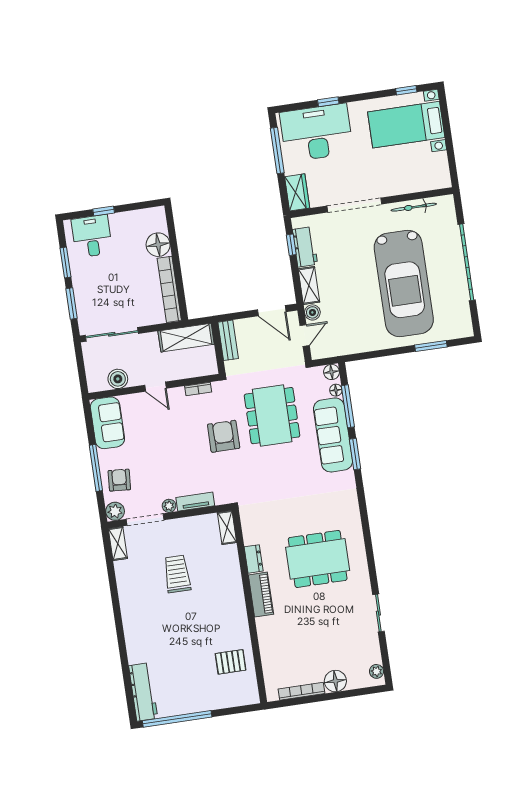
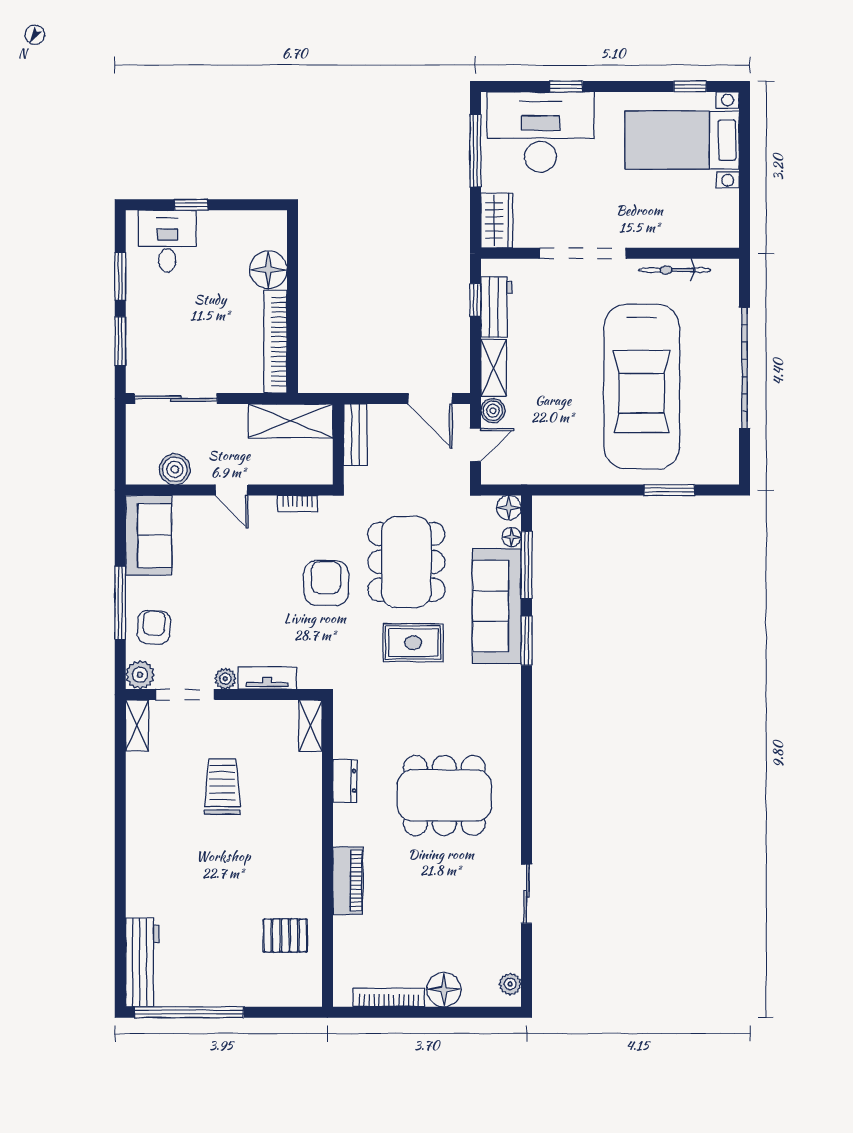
rug: (284, 466) -> (413, 643), added
piano: (261, 595) -> (348, 881), moved

